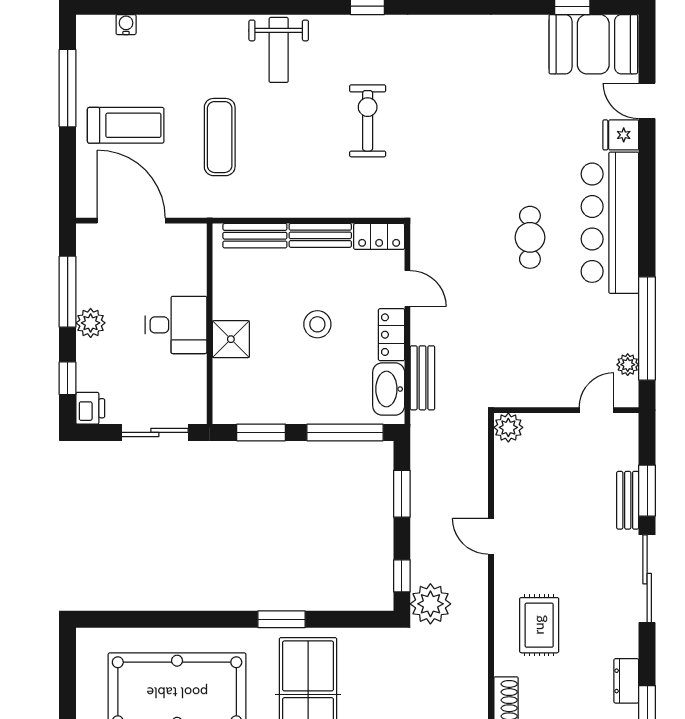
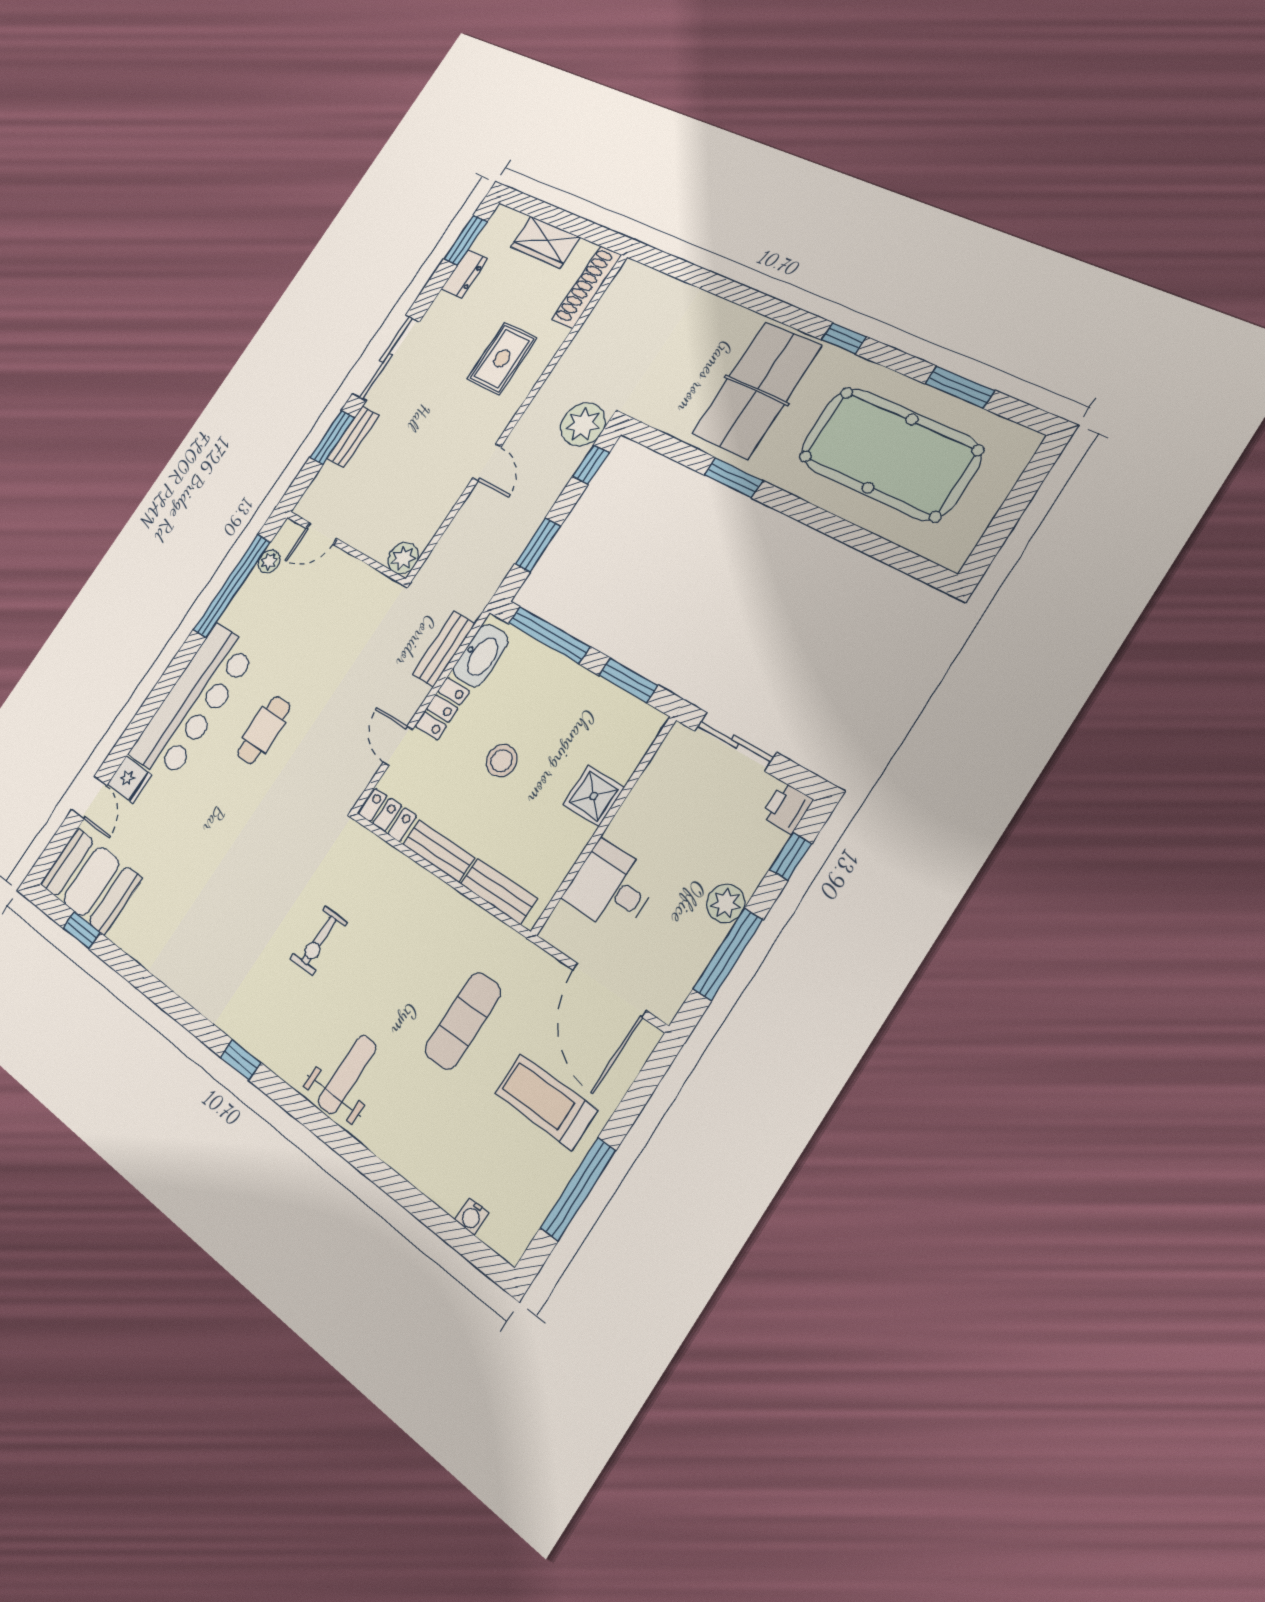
exercise bike: (368, 121) -> (319, 940), width x0.73, depth x0.72
desk: (176, 325) -> (611, 887), moved

